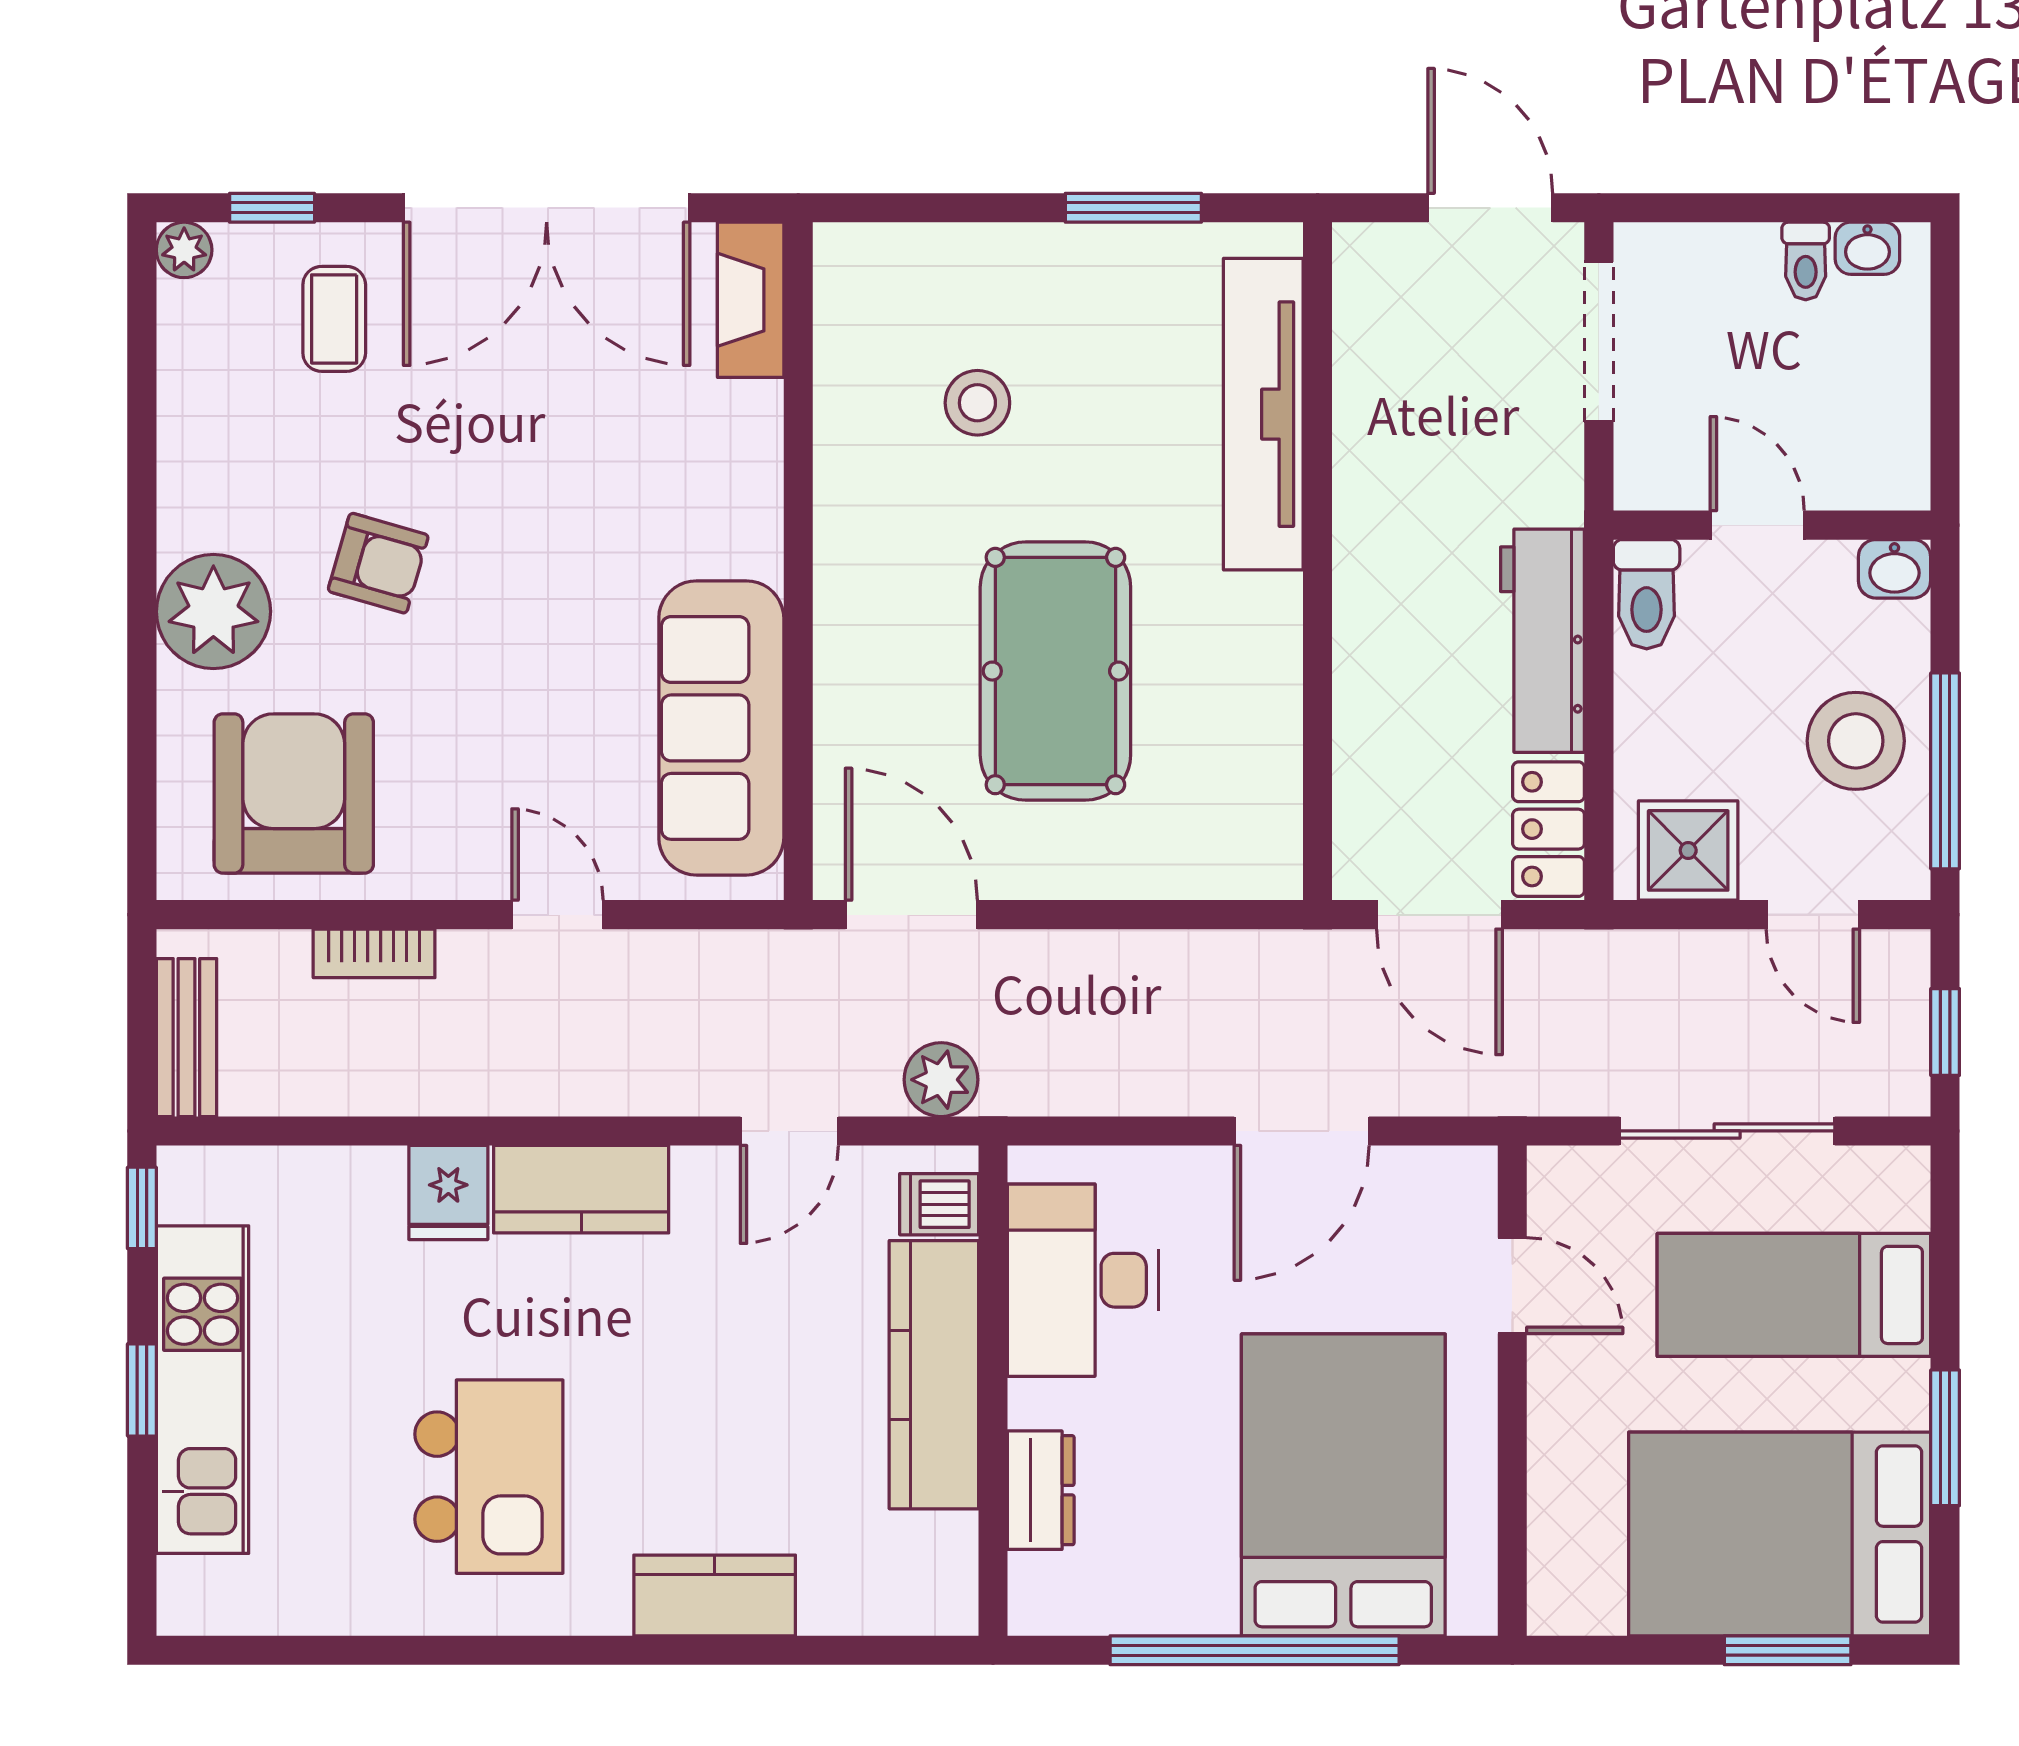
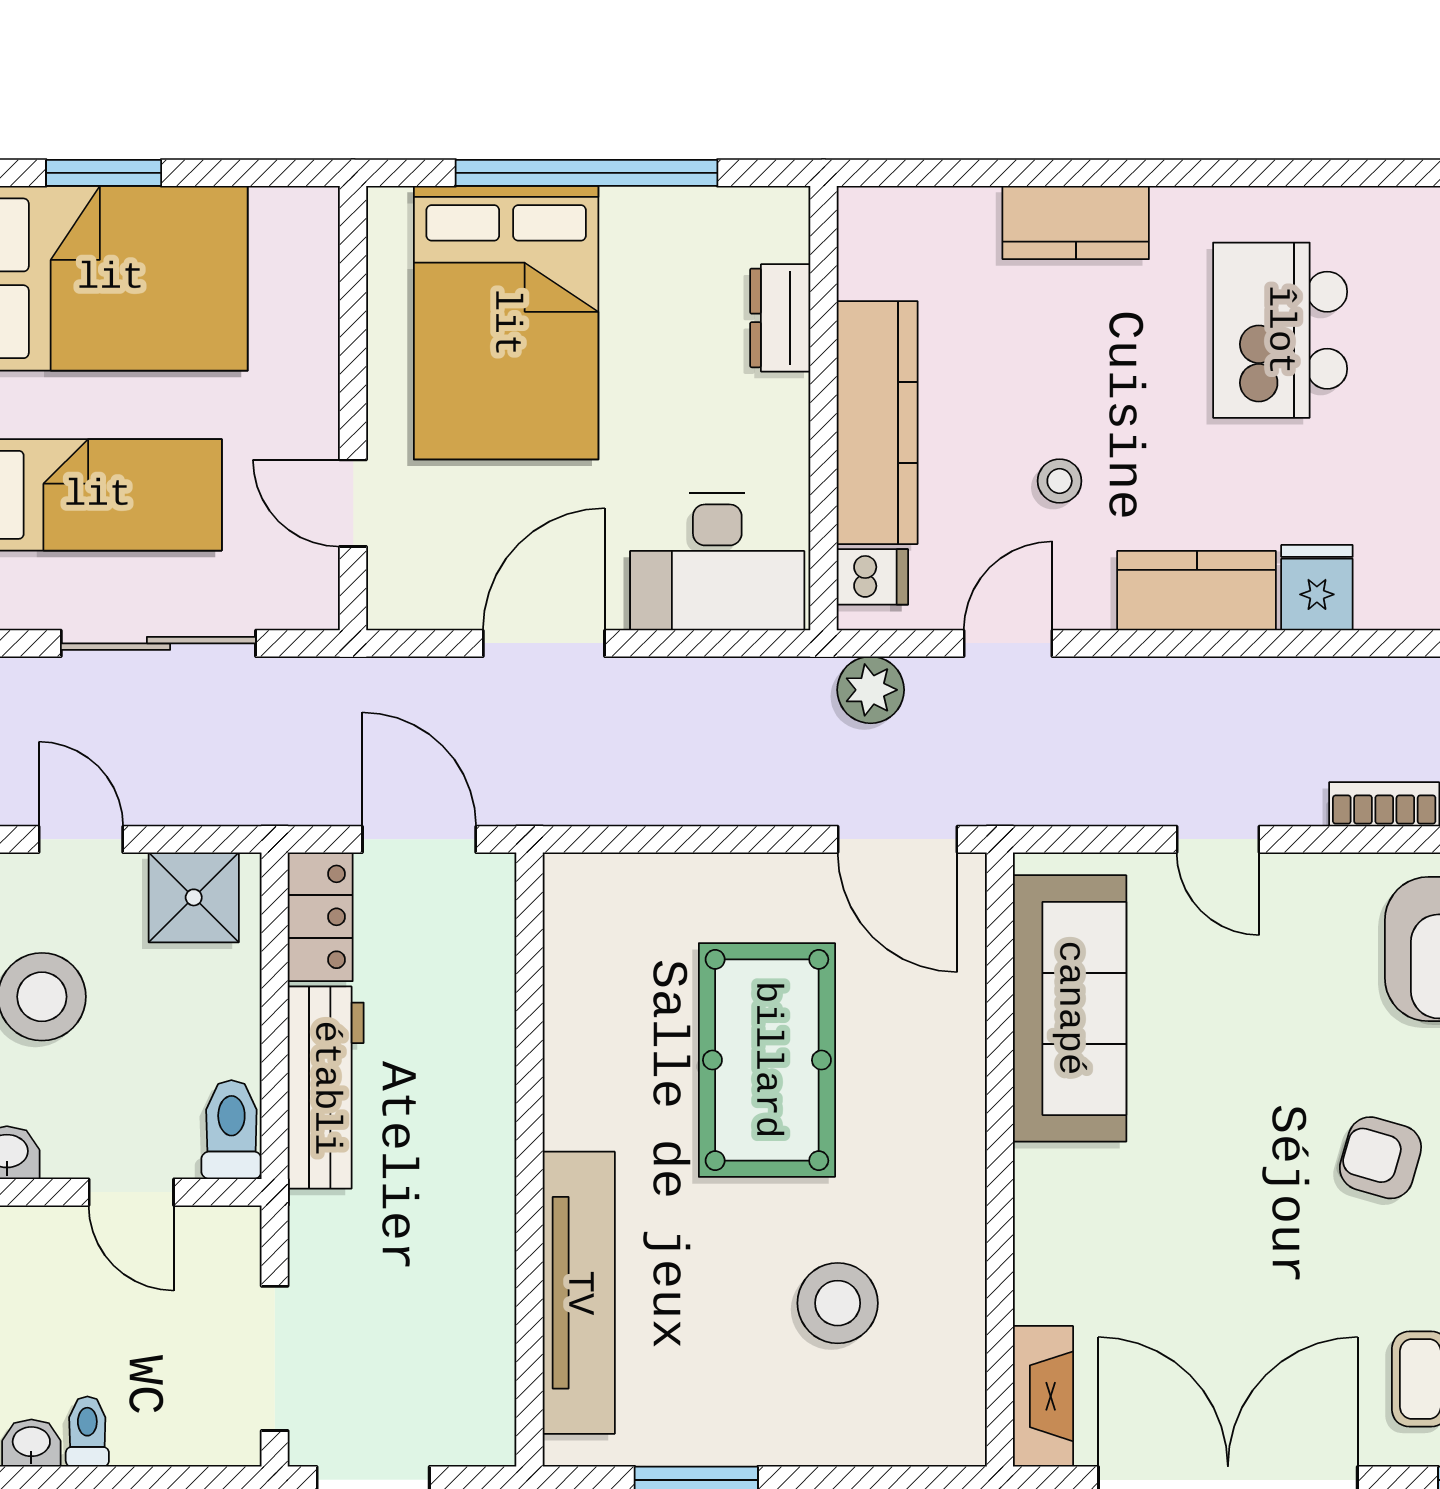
stool: (977, 403) -> (838, 1303), width x1.38, depth x1.38
desk: (1083, 1280) -> (717, 562), moved, turned 90
stool: (732, 1310) -> (1060, 481), added

